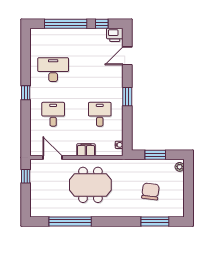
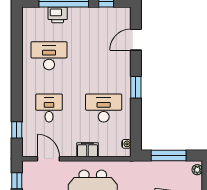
printer: (115, 35) -> (58, 15), moved
window: (26, 93) -> (17, 130), moved
desk: (100, 114) -> (104, 108), width x1.37
window: (155, 155) -> (169, 156), width x1.44

